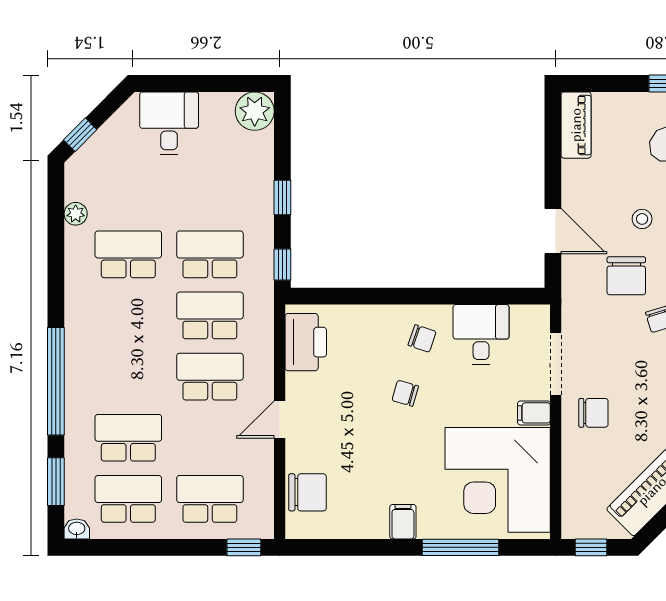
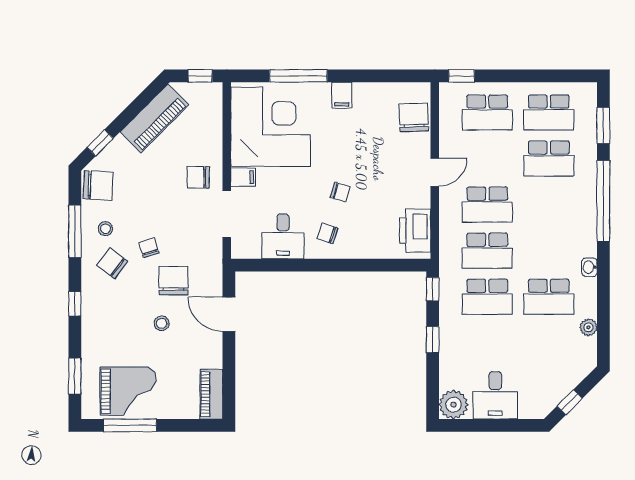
desk: (169, 123) -> (495, 395), moved
window: (80, 135) -> (570, 402), moved
chair: (307, 492) -> (414, 117), turned 88
washbasin: (77, 529) -> (589, 267), moved, turned 90

